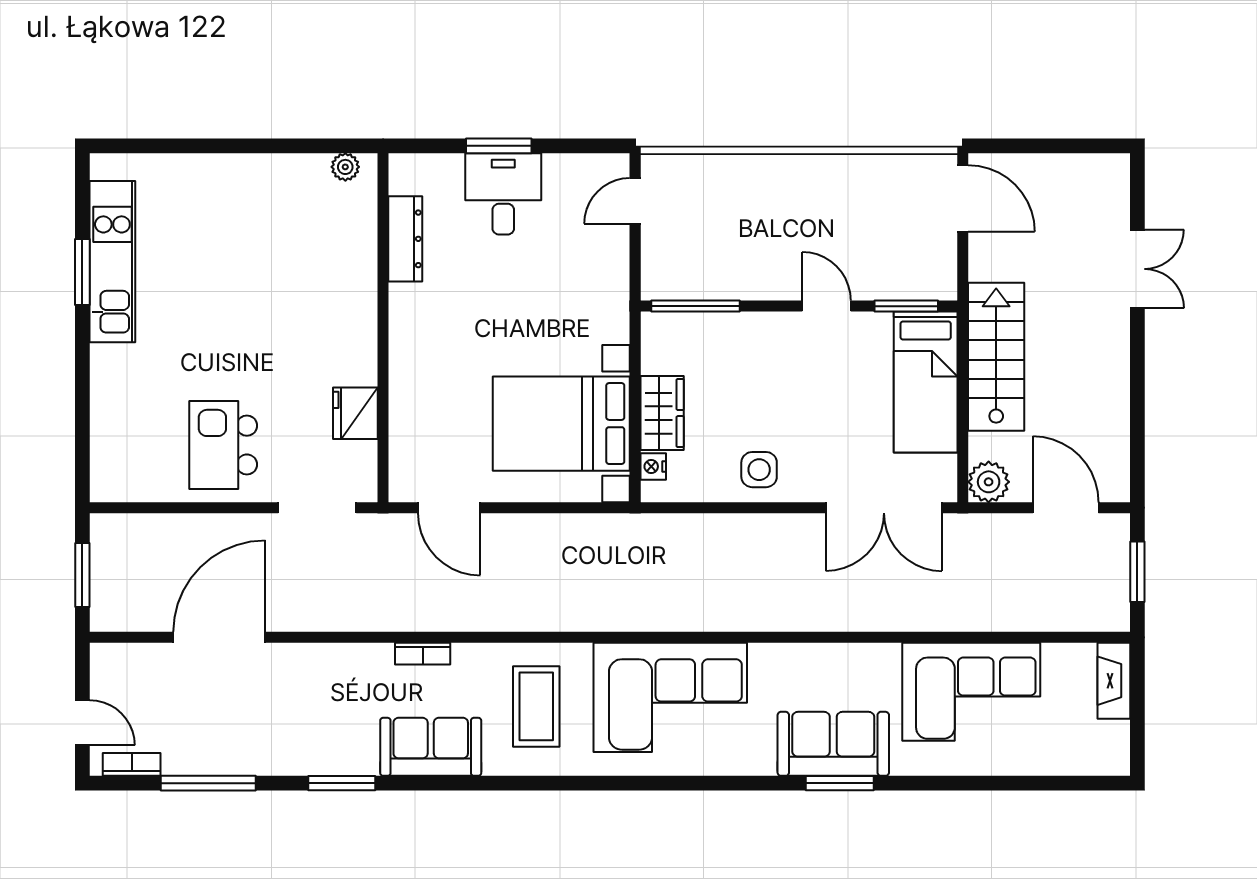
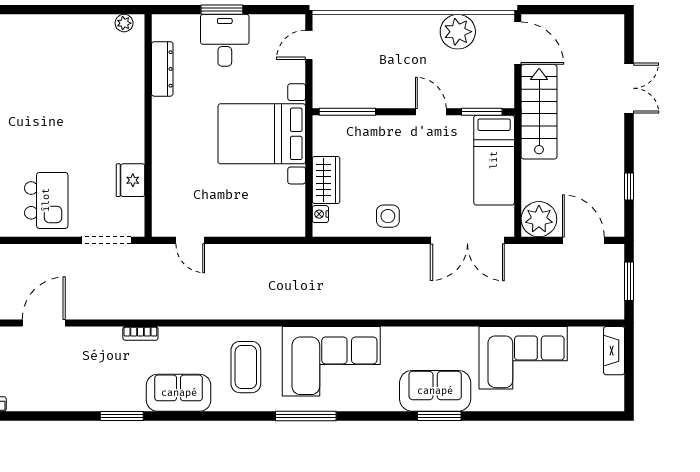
plant: (869, 180) -> (458, 32), added
stairs: (996, 357) -> (539, 112), moved
window: (1137, 423) -> (629, 187), added
bed with nightstands: (561, 424) -> (262, 134), moved
kitchen island: (223, 445) -> (46, 200), turned 180
plant: (989, 482) -> (539, 219), width x1.36, depth x1.36
door: (449, 508) -> (190, 240), width x0.73
door: (219, 637) -> (44, 323), width x0.73
bookcase: (423, 654) -> (140, 333), moved
window: (208, 783) -> (306, 416), moved

